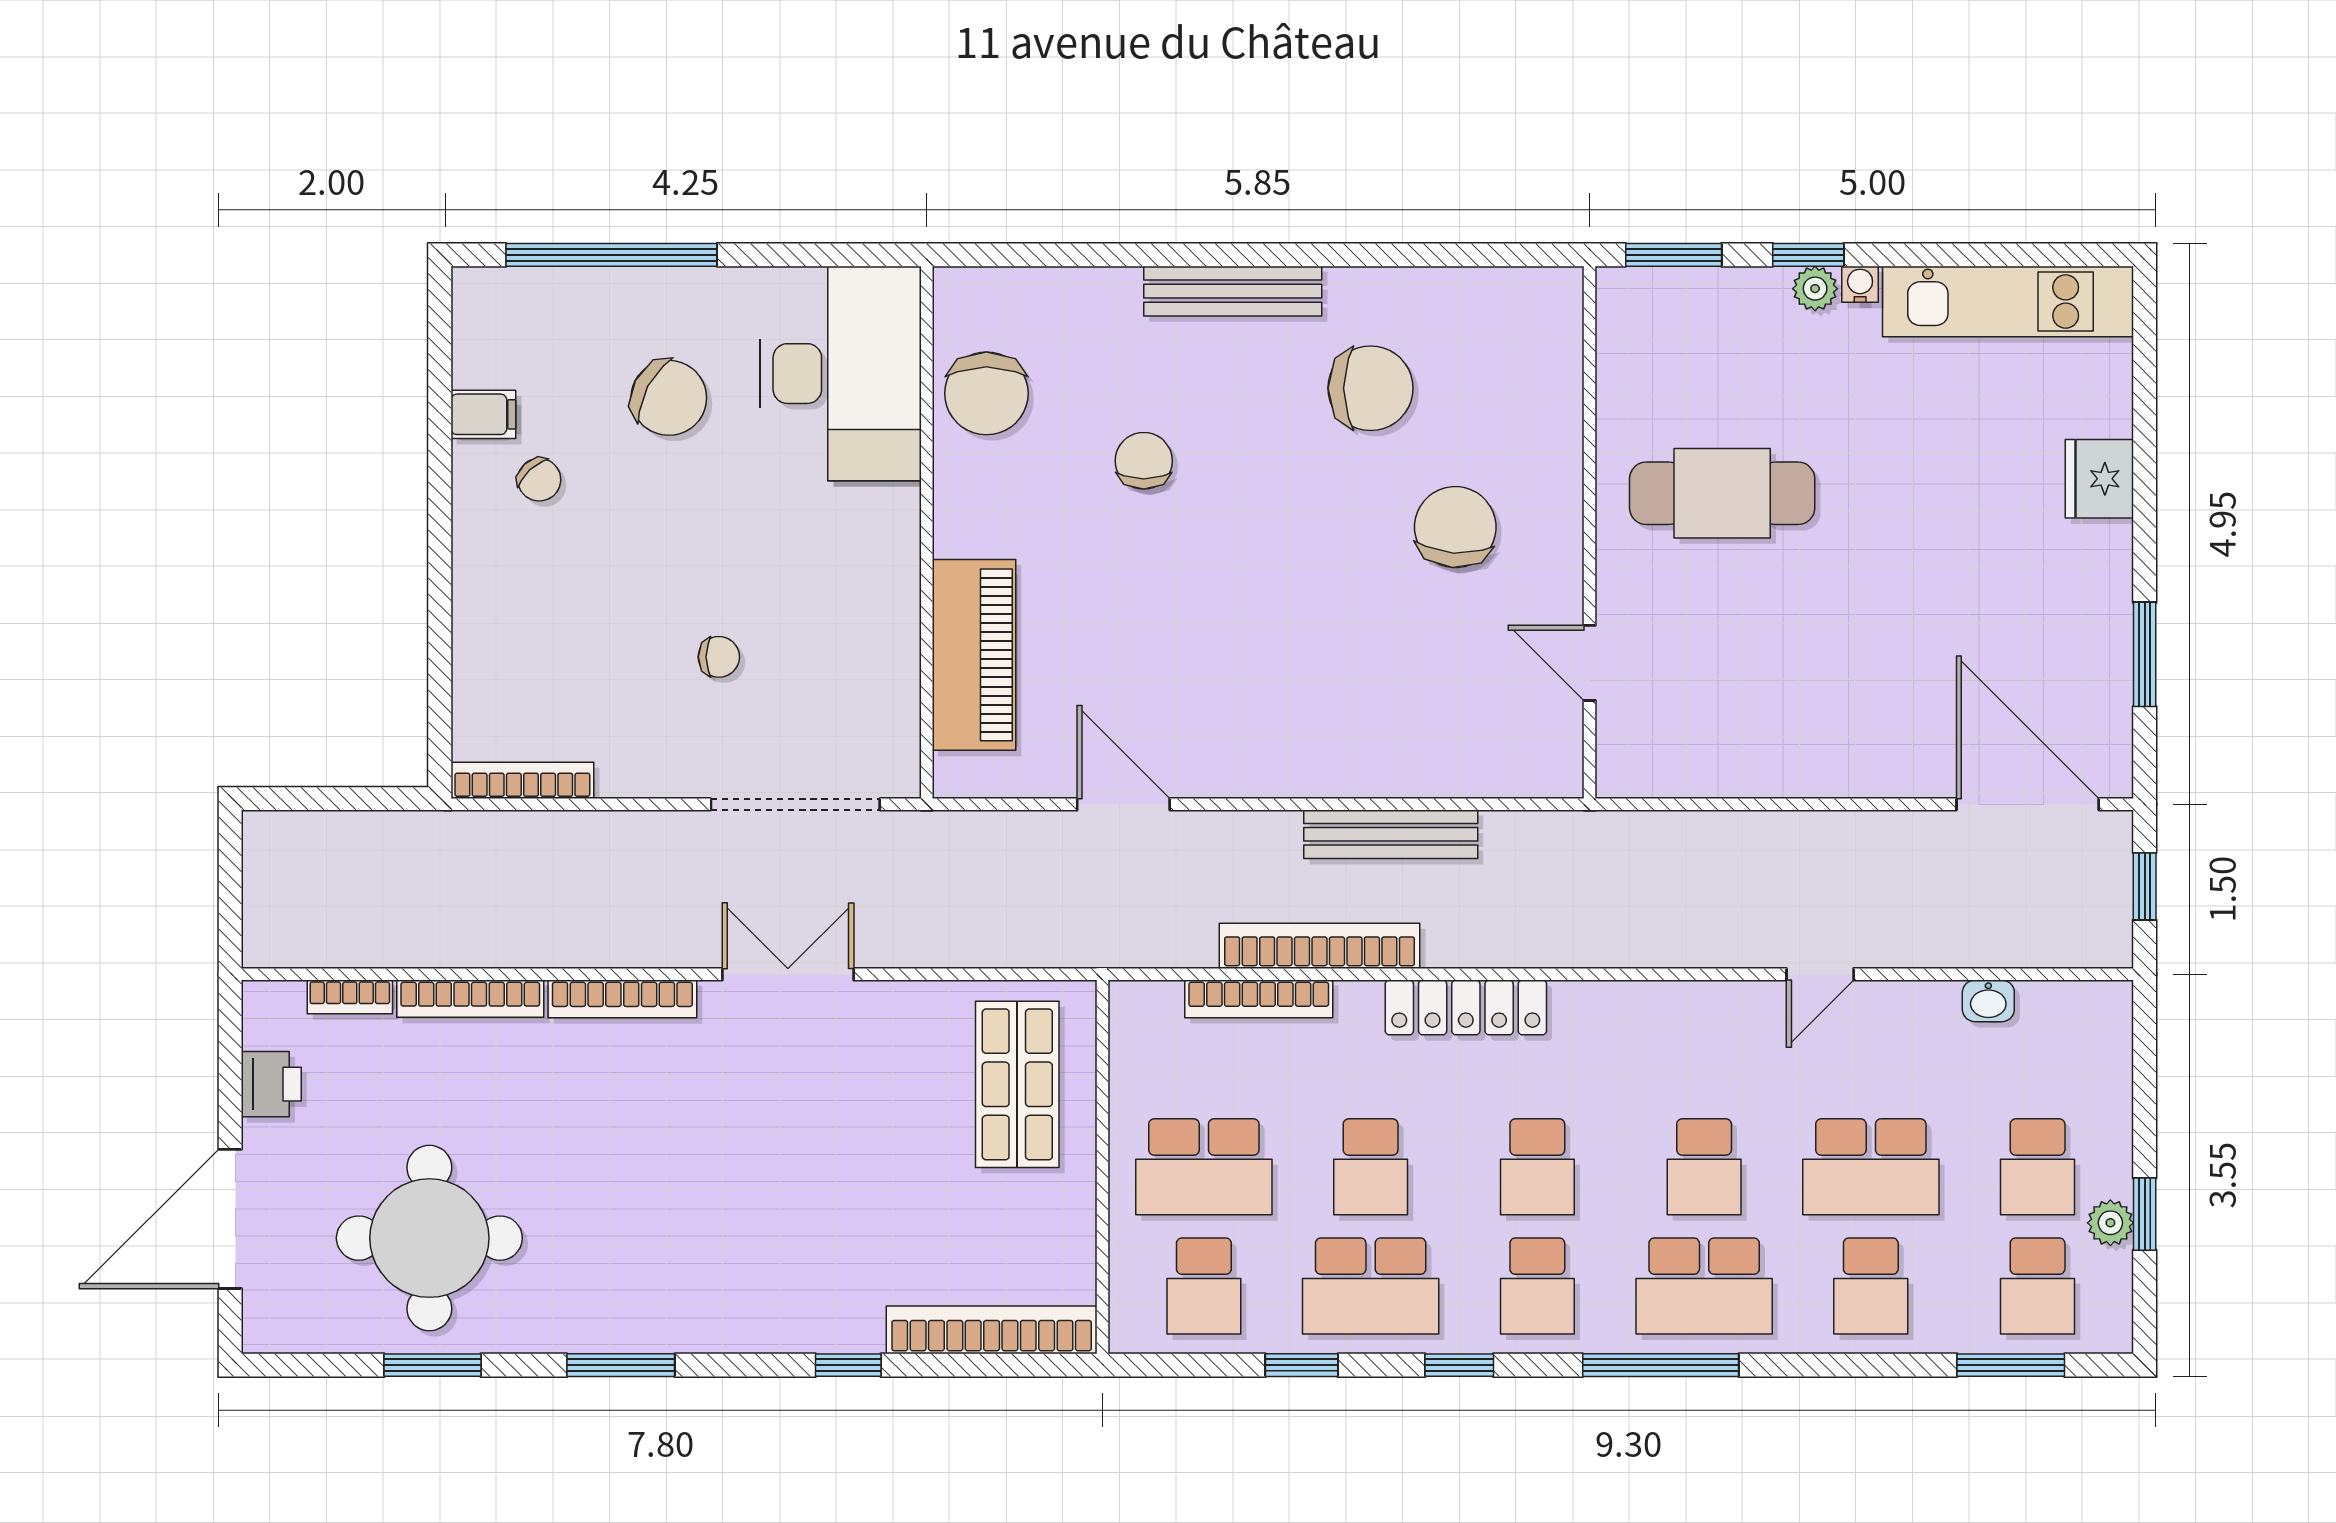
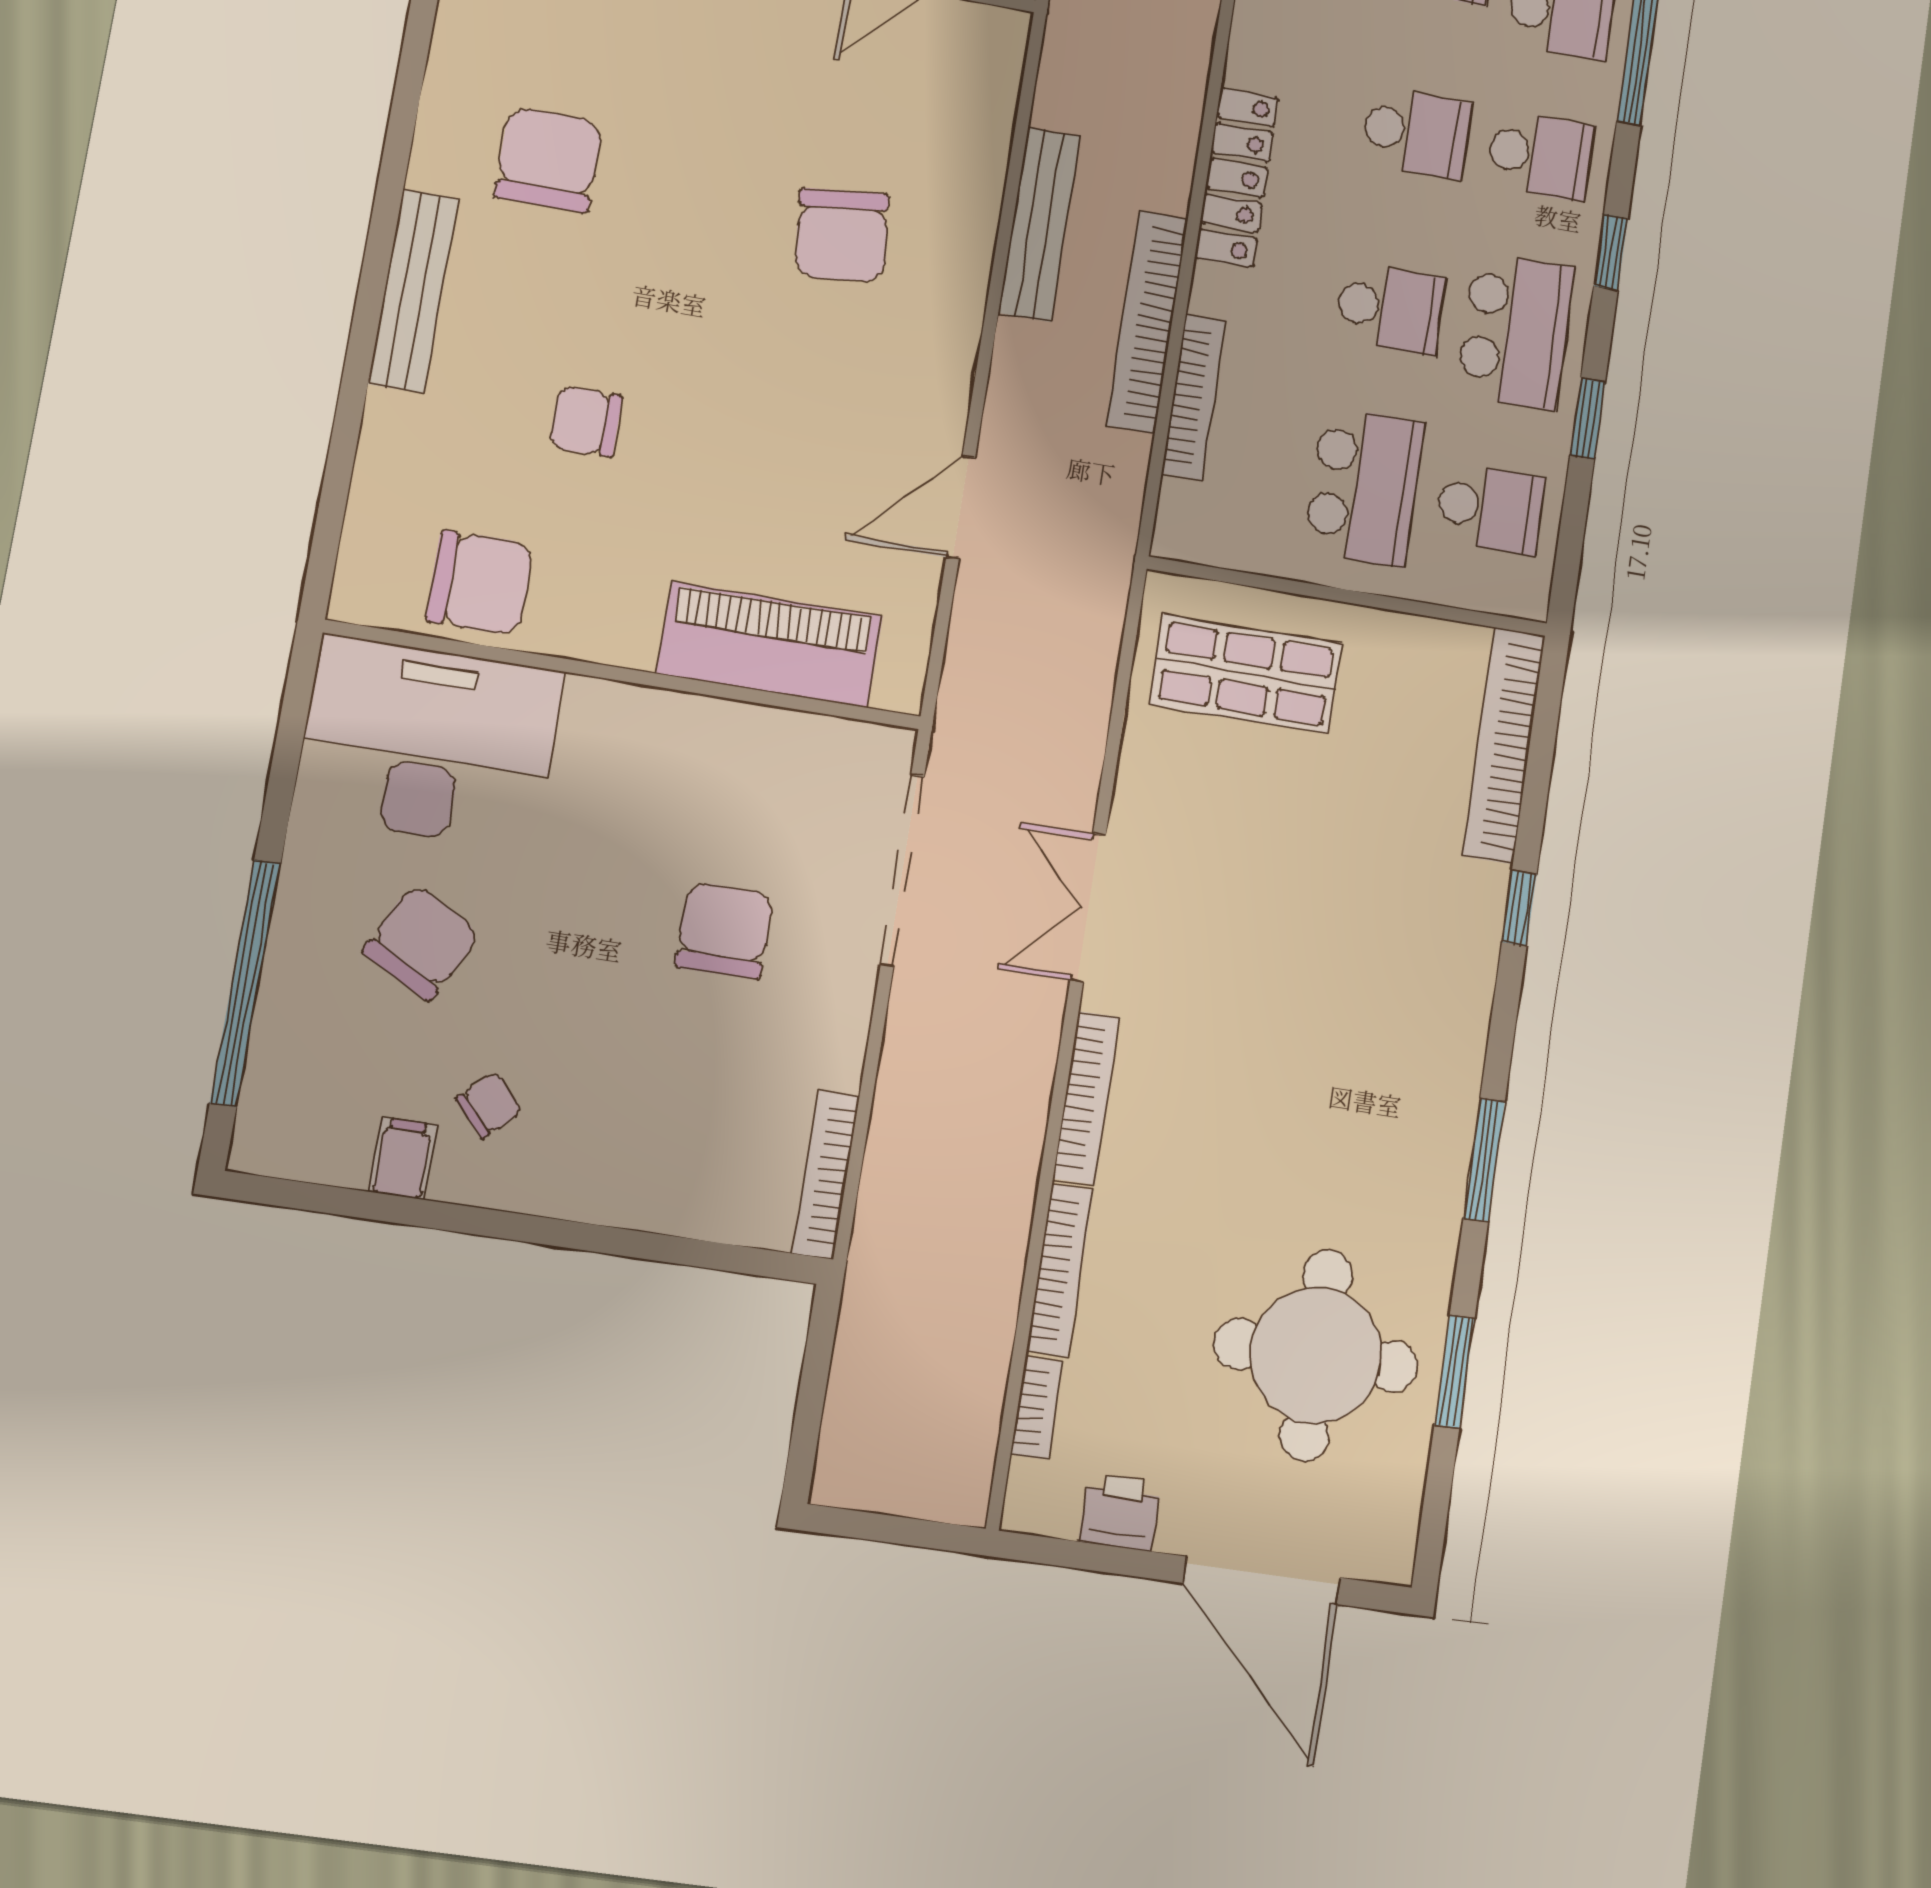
chair: (1455, 527) -> (842, 235), moved, turned -100
chair: (719, 657) -> (724, 930), width x1.87, depth x1.87

